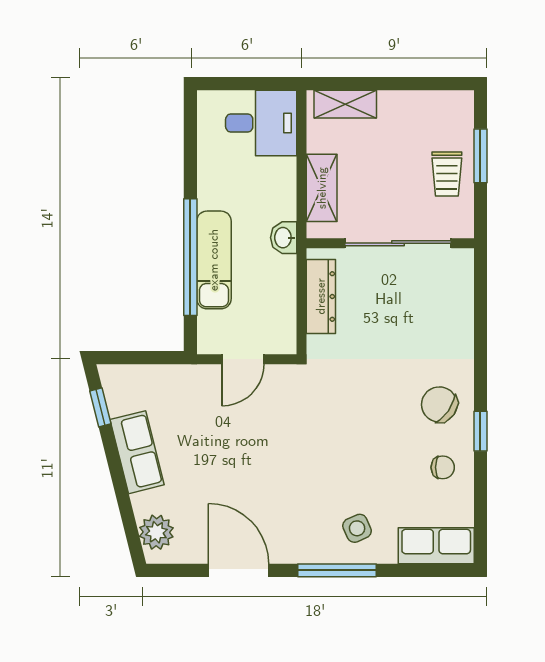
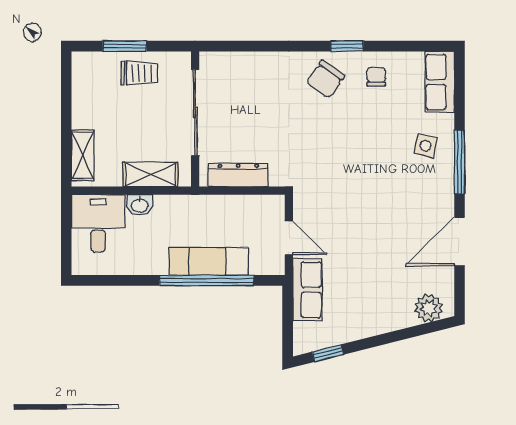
washbasin: (284, 238) -> (140, 205), moved
row of seats: (137, 452) -> (308, 290), moved, turned 104
side table: (357, 528) -> (425, 146), turned 37

